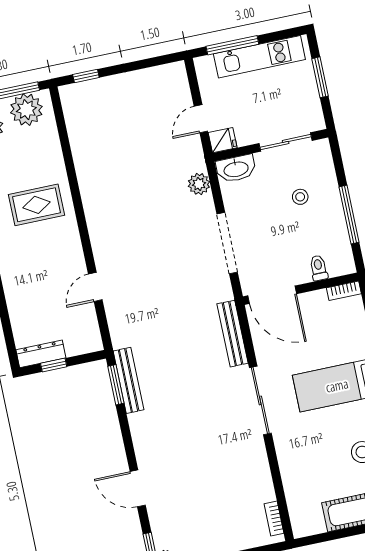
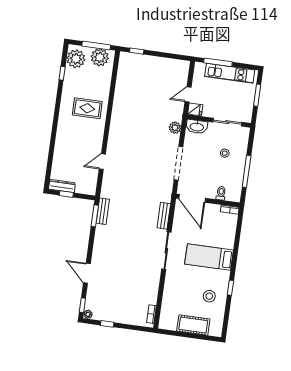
bench: (233, 334) -> (164, 216), width x0.73
bench: (129, 380) -> (103, 211), width x0.73

